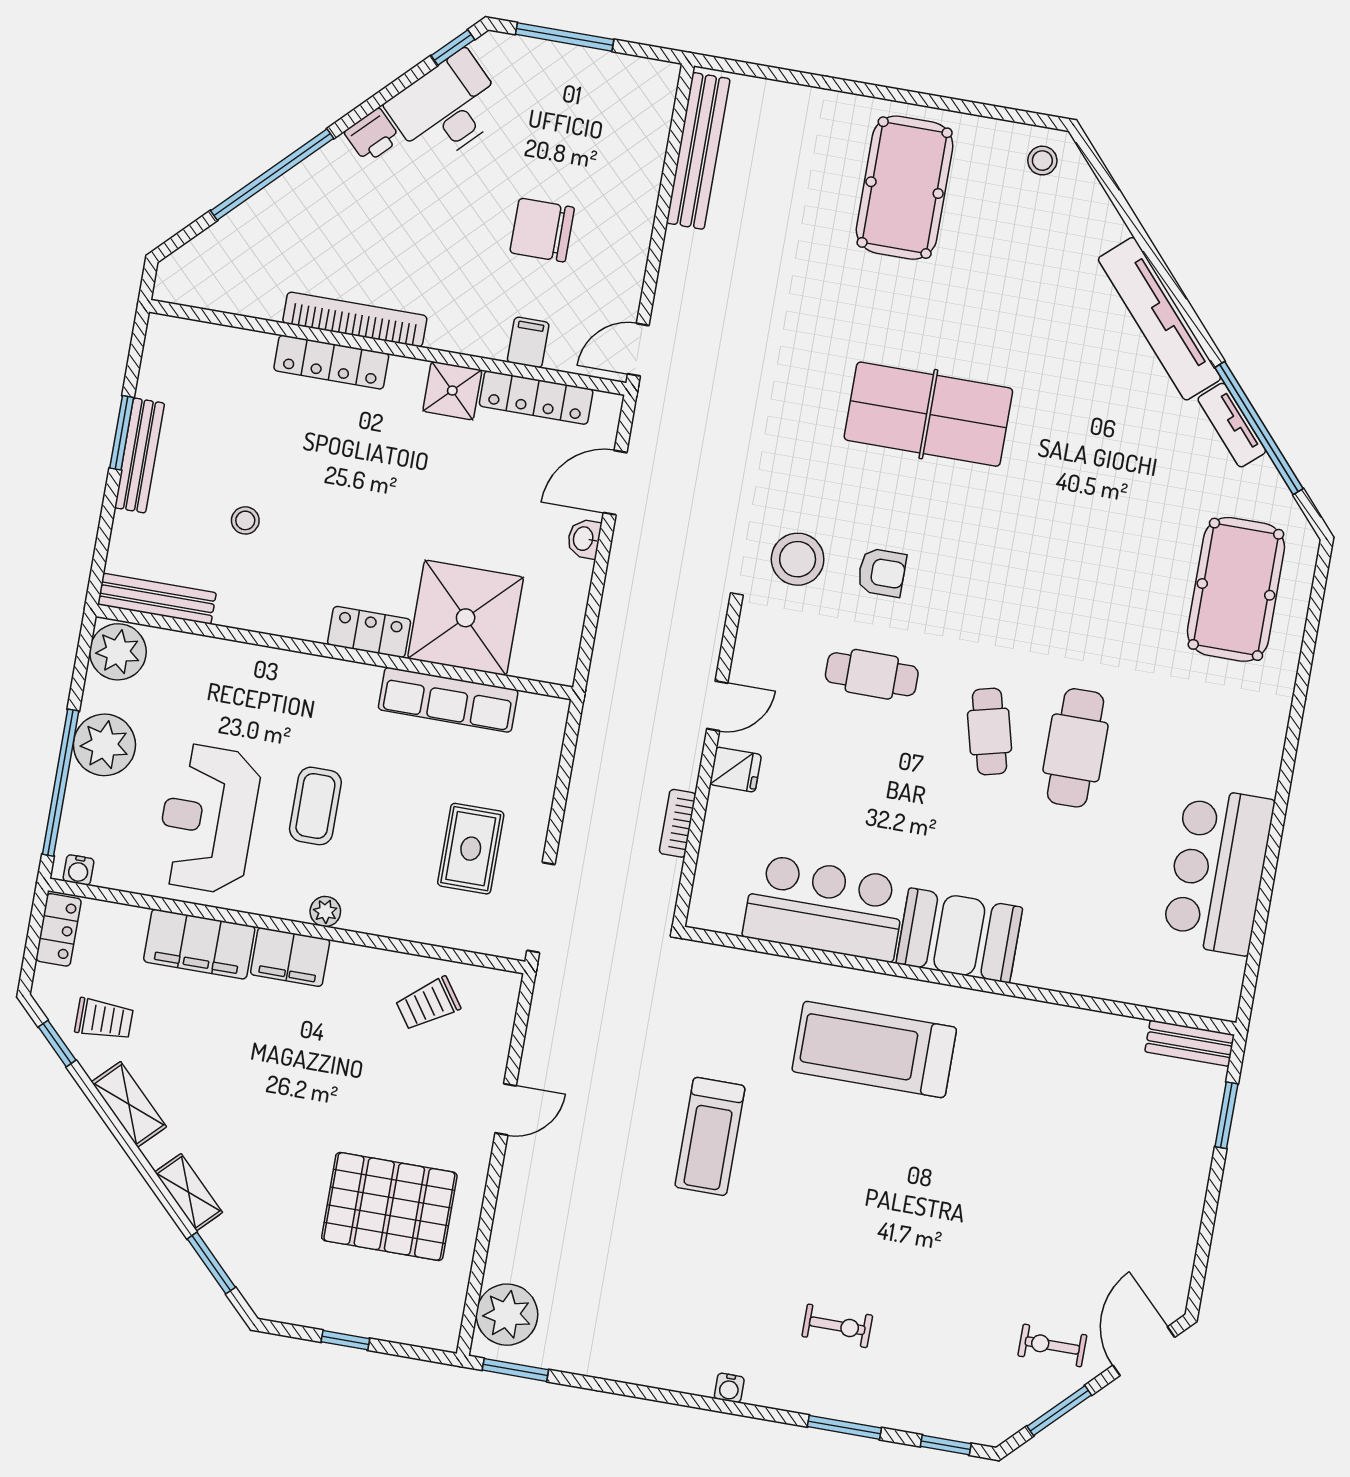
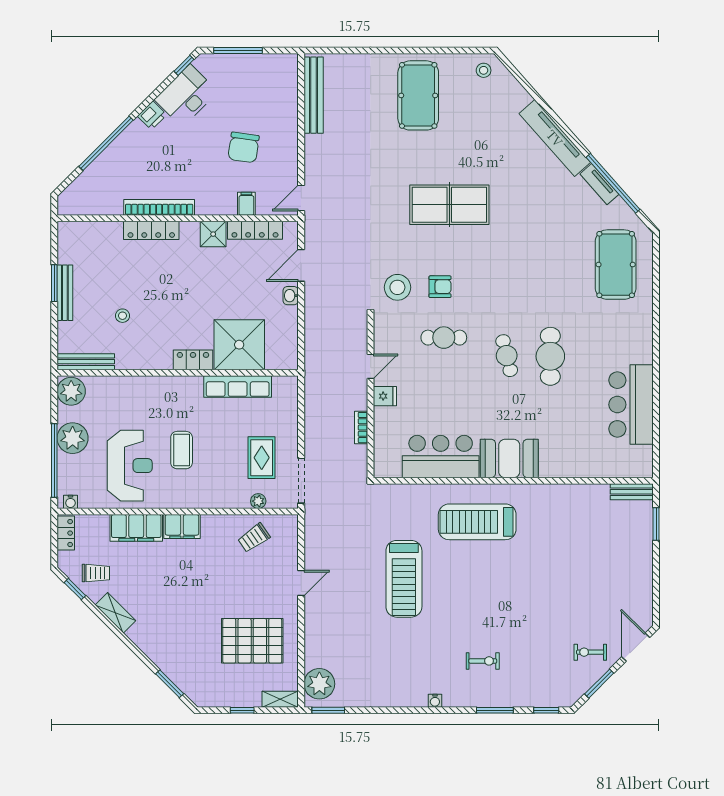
chair: (542, 230) -> (244, 147), turned -82
reception desk: (208, 819) -> (130, 466), turned 180
plant: (325, 911) -> (258, 501), moved
treadmill: (710, 1136) -> (404, 579), width x1.37, depth x1.38
shelving: (189, 1192) -> (280, 699), moved, turned -45

